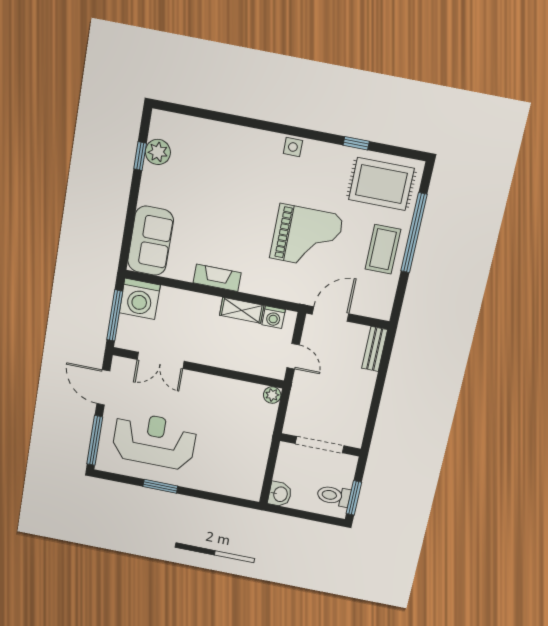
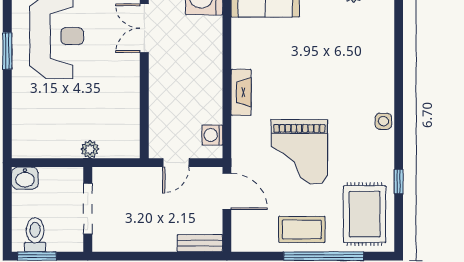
fireplace: (217, 278) -> (241, 92), moved
shelving: (242, 310) -> (213, 102), removed
plant: (272, 395) -> (90, 149), moved

